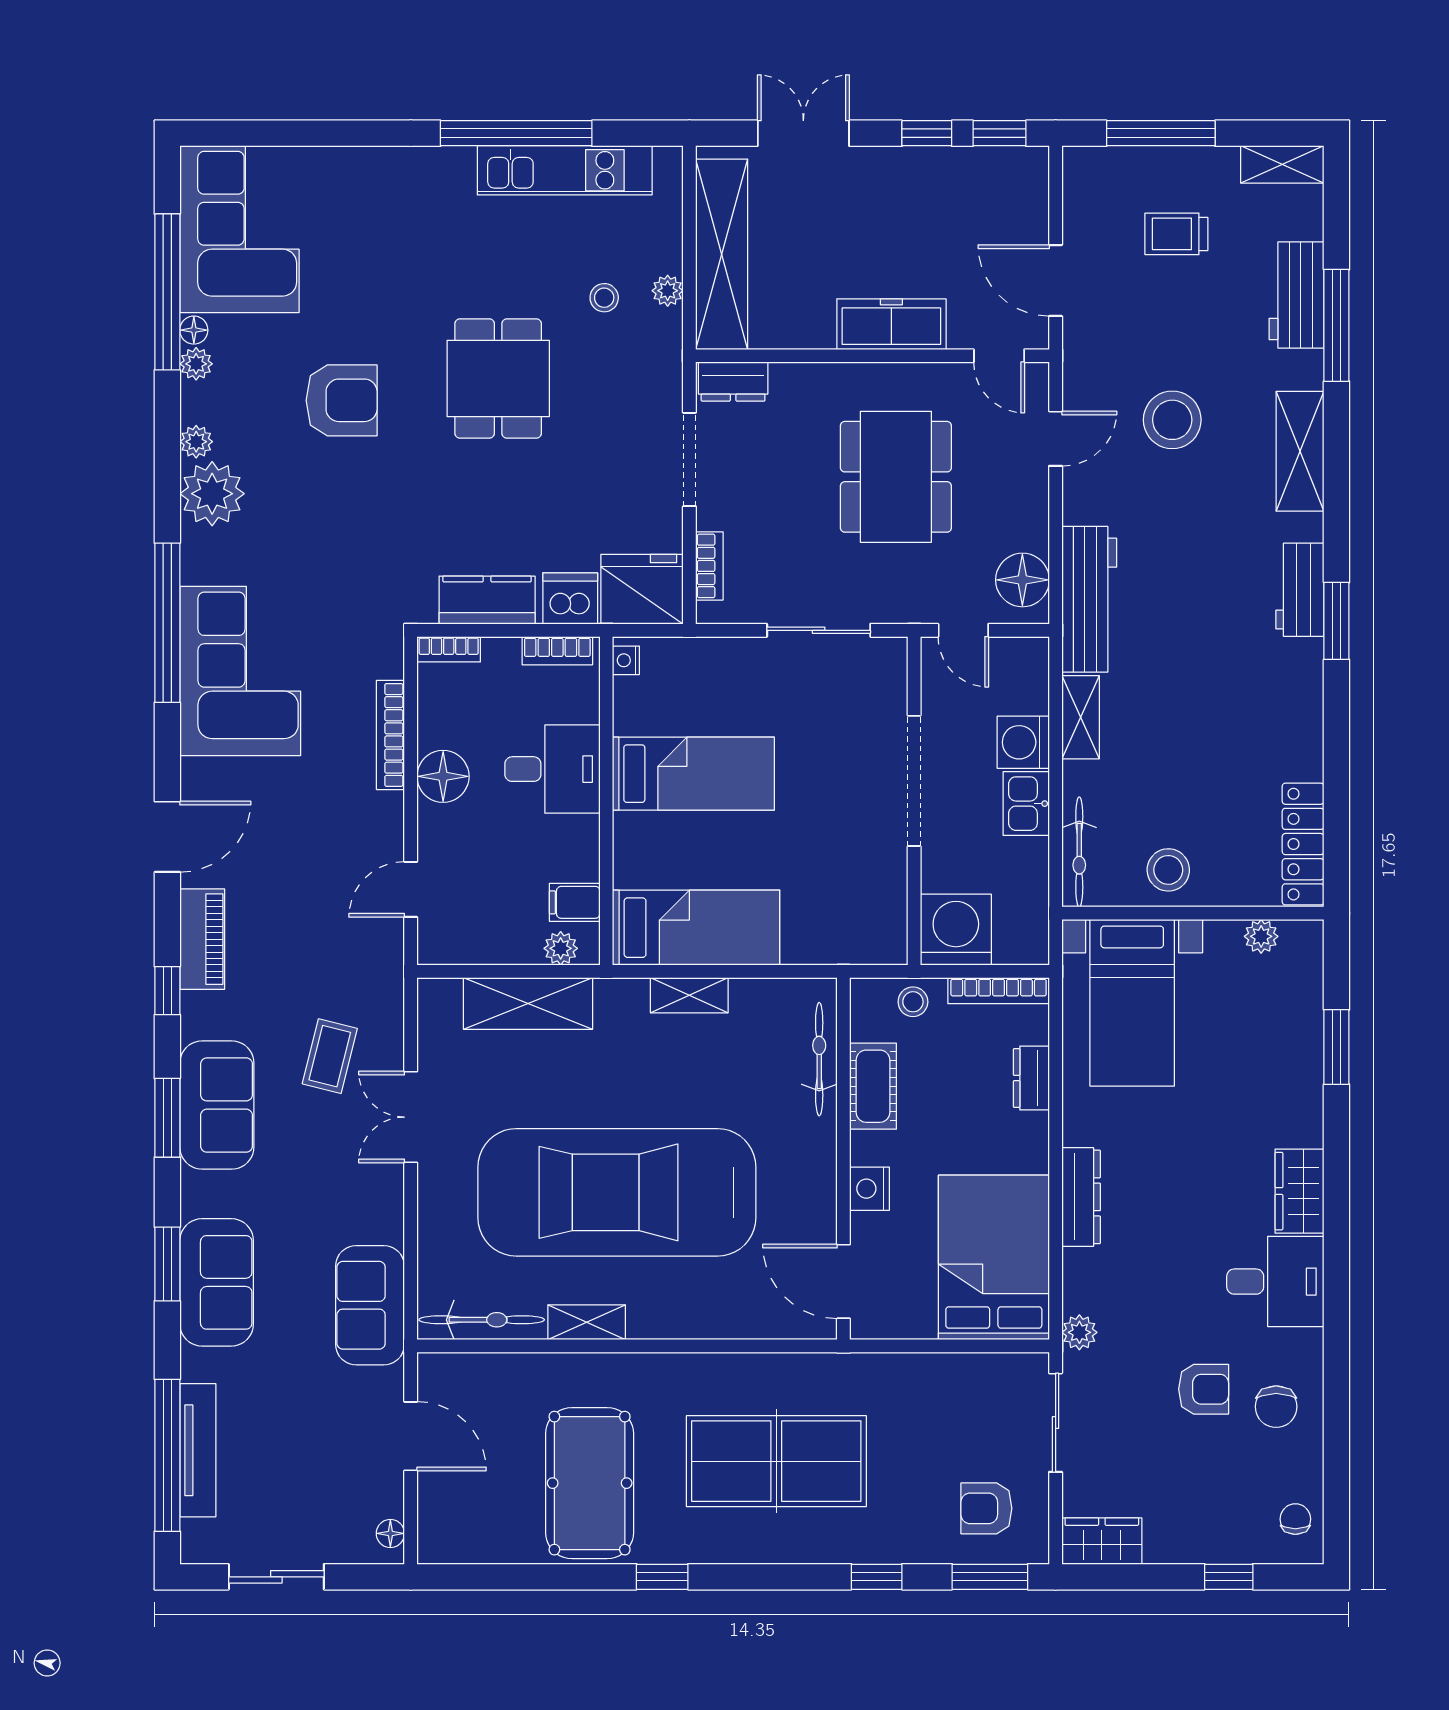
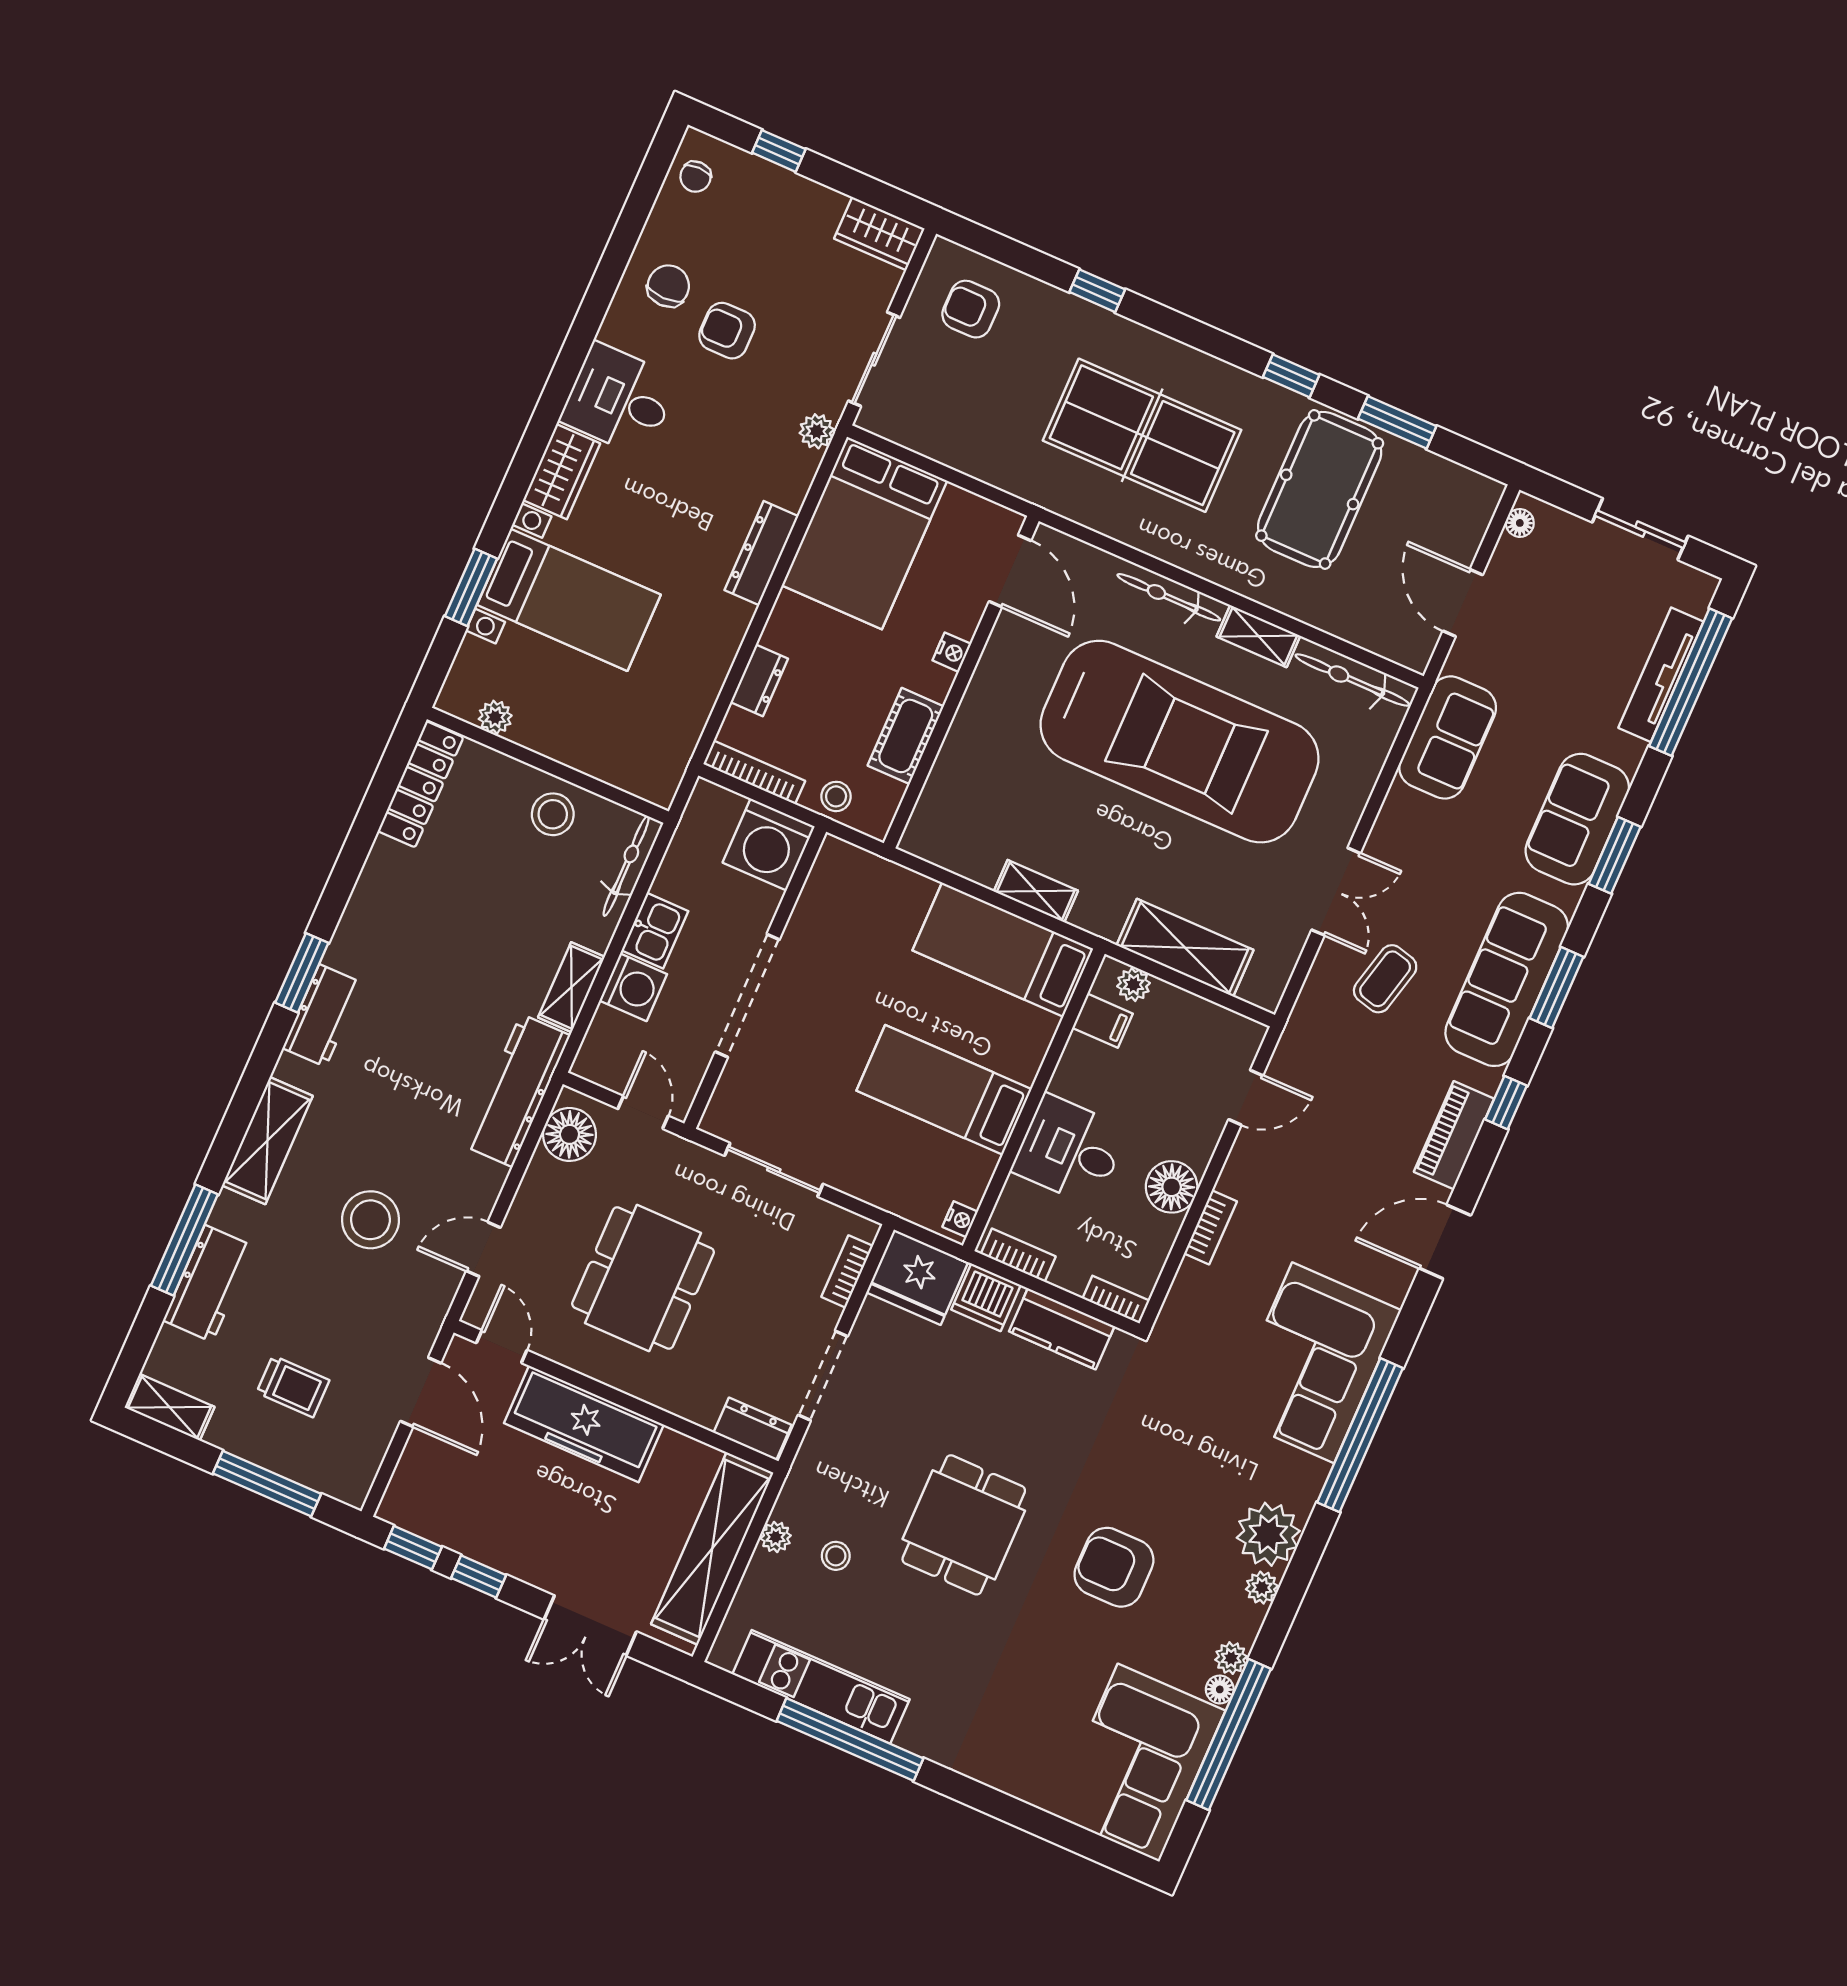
freezer: (891, 324) -> (584, 1424), width x1.36, depth x1.26
bookcase: (390, 735) -> (1210, 1227), width x0.64
bed with nightstands: (1132, 1003) -> (569, 600), moved, turned 90
bicycle: (819, 1059) -> (1169, 597), moved, turned 90
sofa: (217, 1105) -> (1507, 979), width x1.36
nightstand: (870, 1189) -> (952, 652), width x0.72, depth x0.74
armchair: (986, 1508) -> (971, 309), turned 180
window: (990, 1577) -> (1397, 422), moved

